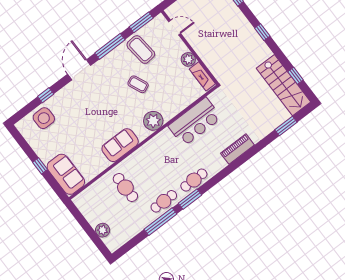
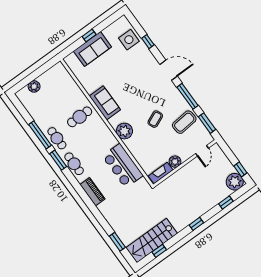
piano: (237, 149) -> (92, 192), moved
sofa: (66, 174) -> (92, 49), moved
cafe table: (125, 188) -> (80, 117), moved

